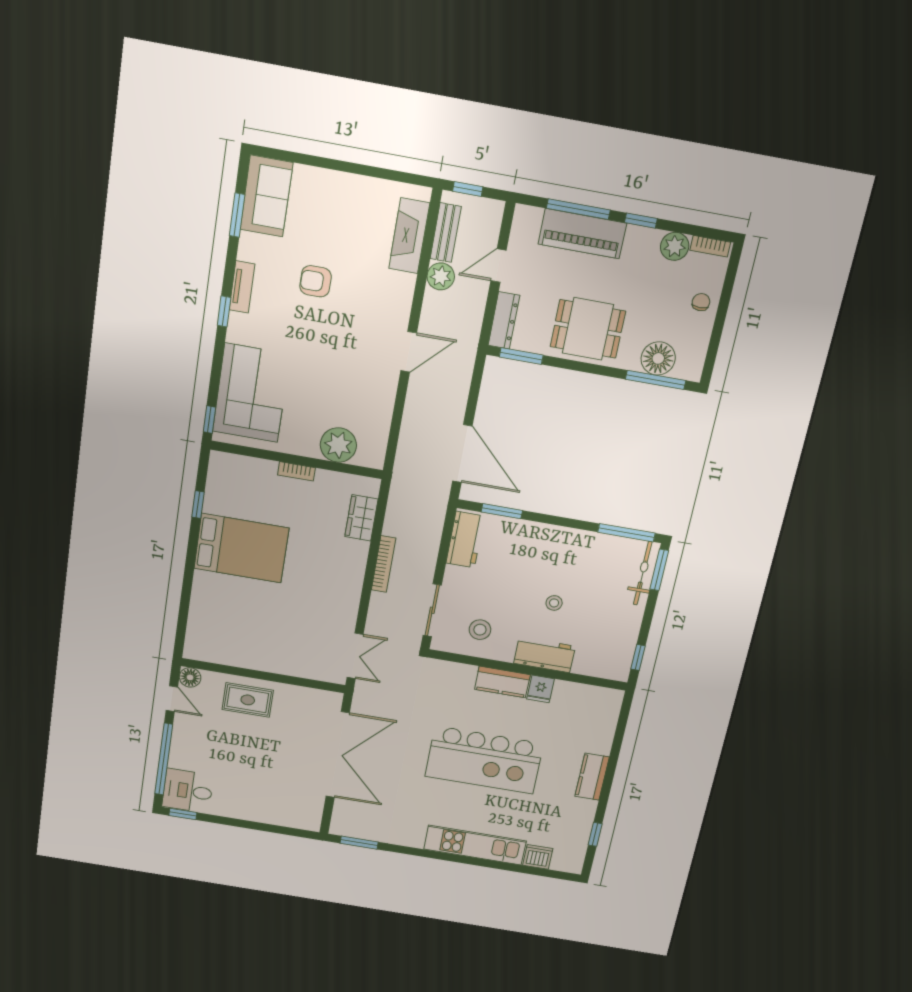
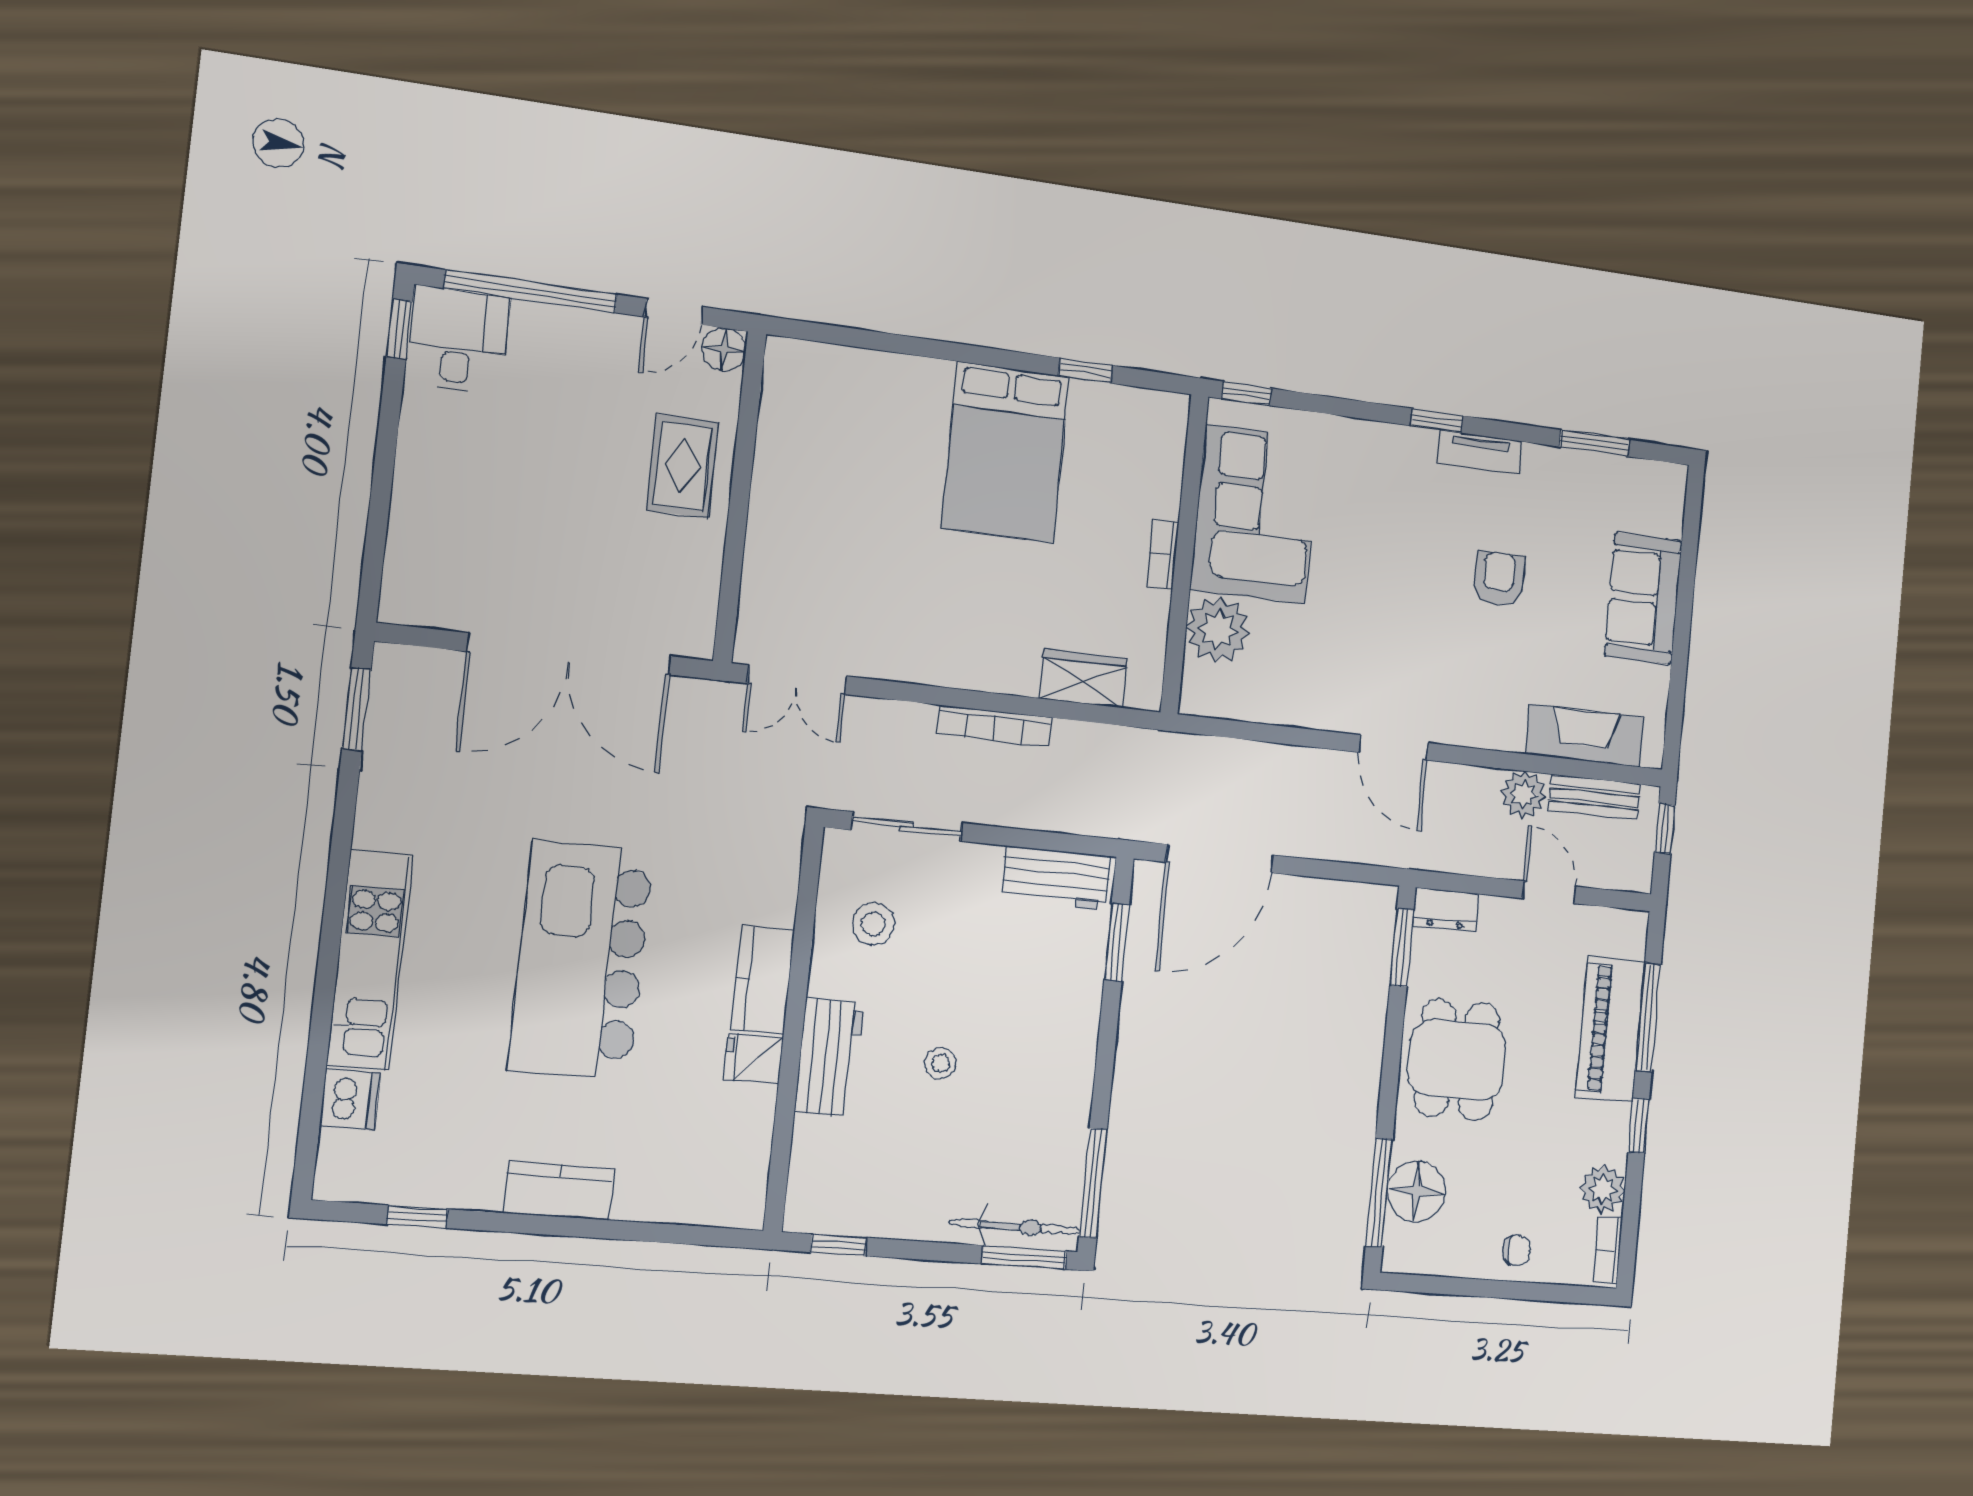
sofa: (266, 196) -> (1643, 598), moved, turned 90
dresser: (504, 320) -> (1446, 909), width x0.70
corner sofa: (251, 393) -> (1255, 514), moved, turned -90

